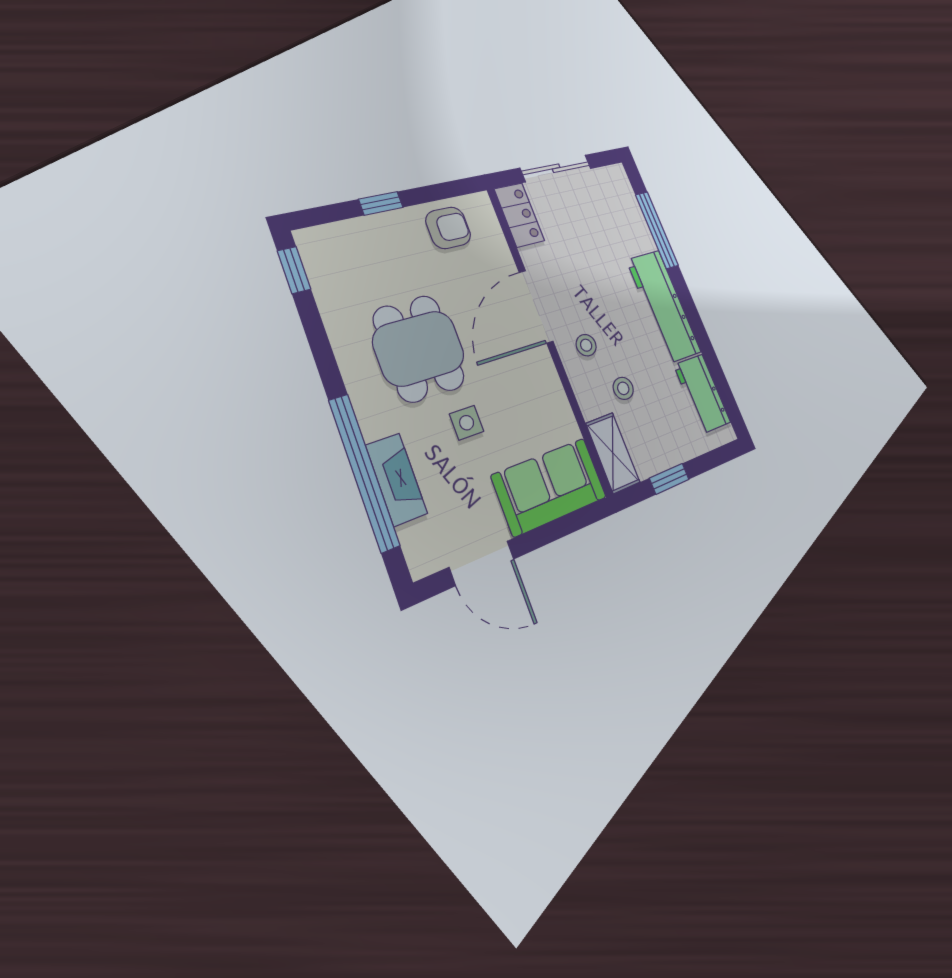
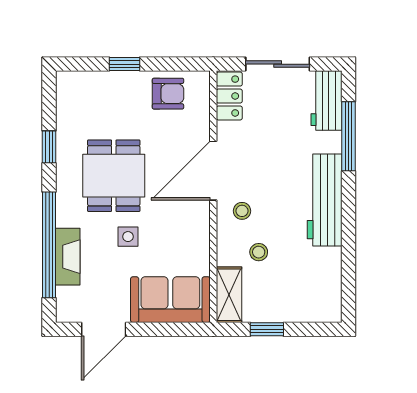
window: (294, 270) -> (49, 147), moved
workbench: (702, 394) -> (326, 100), moved
door: (482, 563) -> (104, 329), hinge flipped

